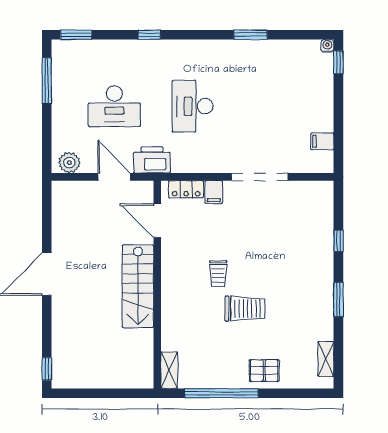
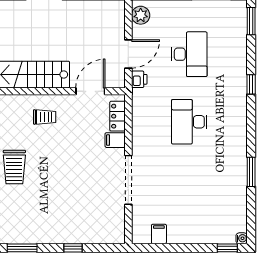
desk: (114, 106) -> (189, 54), turned 180
desk: (193, 106) -> (189, 122), turned -90
printer: (152, 160) -> (139, 79), width x0.53, depth x0.68
trolley: (218, 274) -> (45, 117), moved, turned 180

